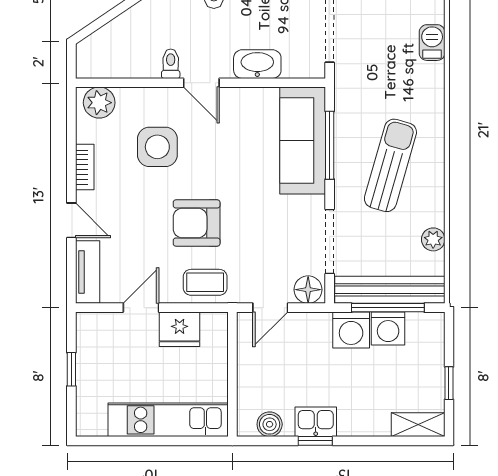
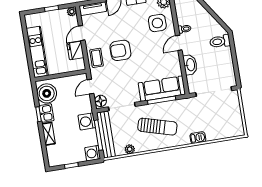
barbecue: (432, 43) -> (198, 138), moved
side table: (157, 147) -> (157, 23), moved
armchair: (197, 223) -> (120, 50), turned -90
door: (141, 308) -> (82, 33), swing flipped
door: (270, 308) -> (90, 87), hinge flipped
plant: (87, 323) -> (72, 12), added
washing machine: (388, 328) -> (93, 153), moved
boiler: (270, 424) -> (47, 93), width x1.86, depth x1.86
shelving: (418, 425) -> (49, 134), moved

